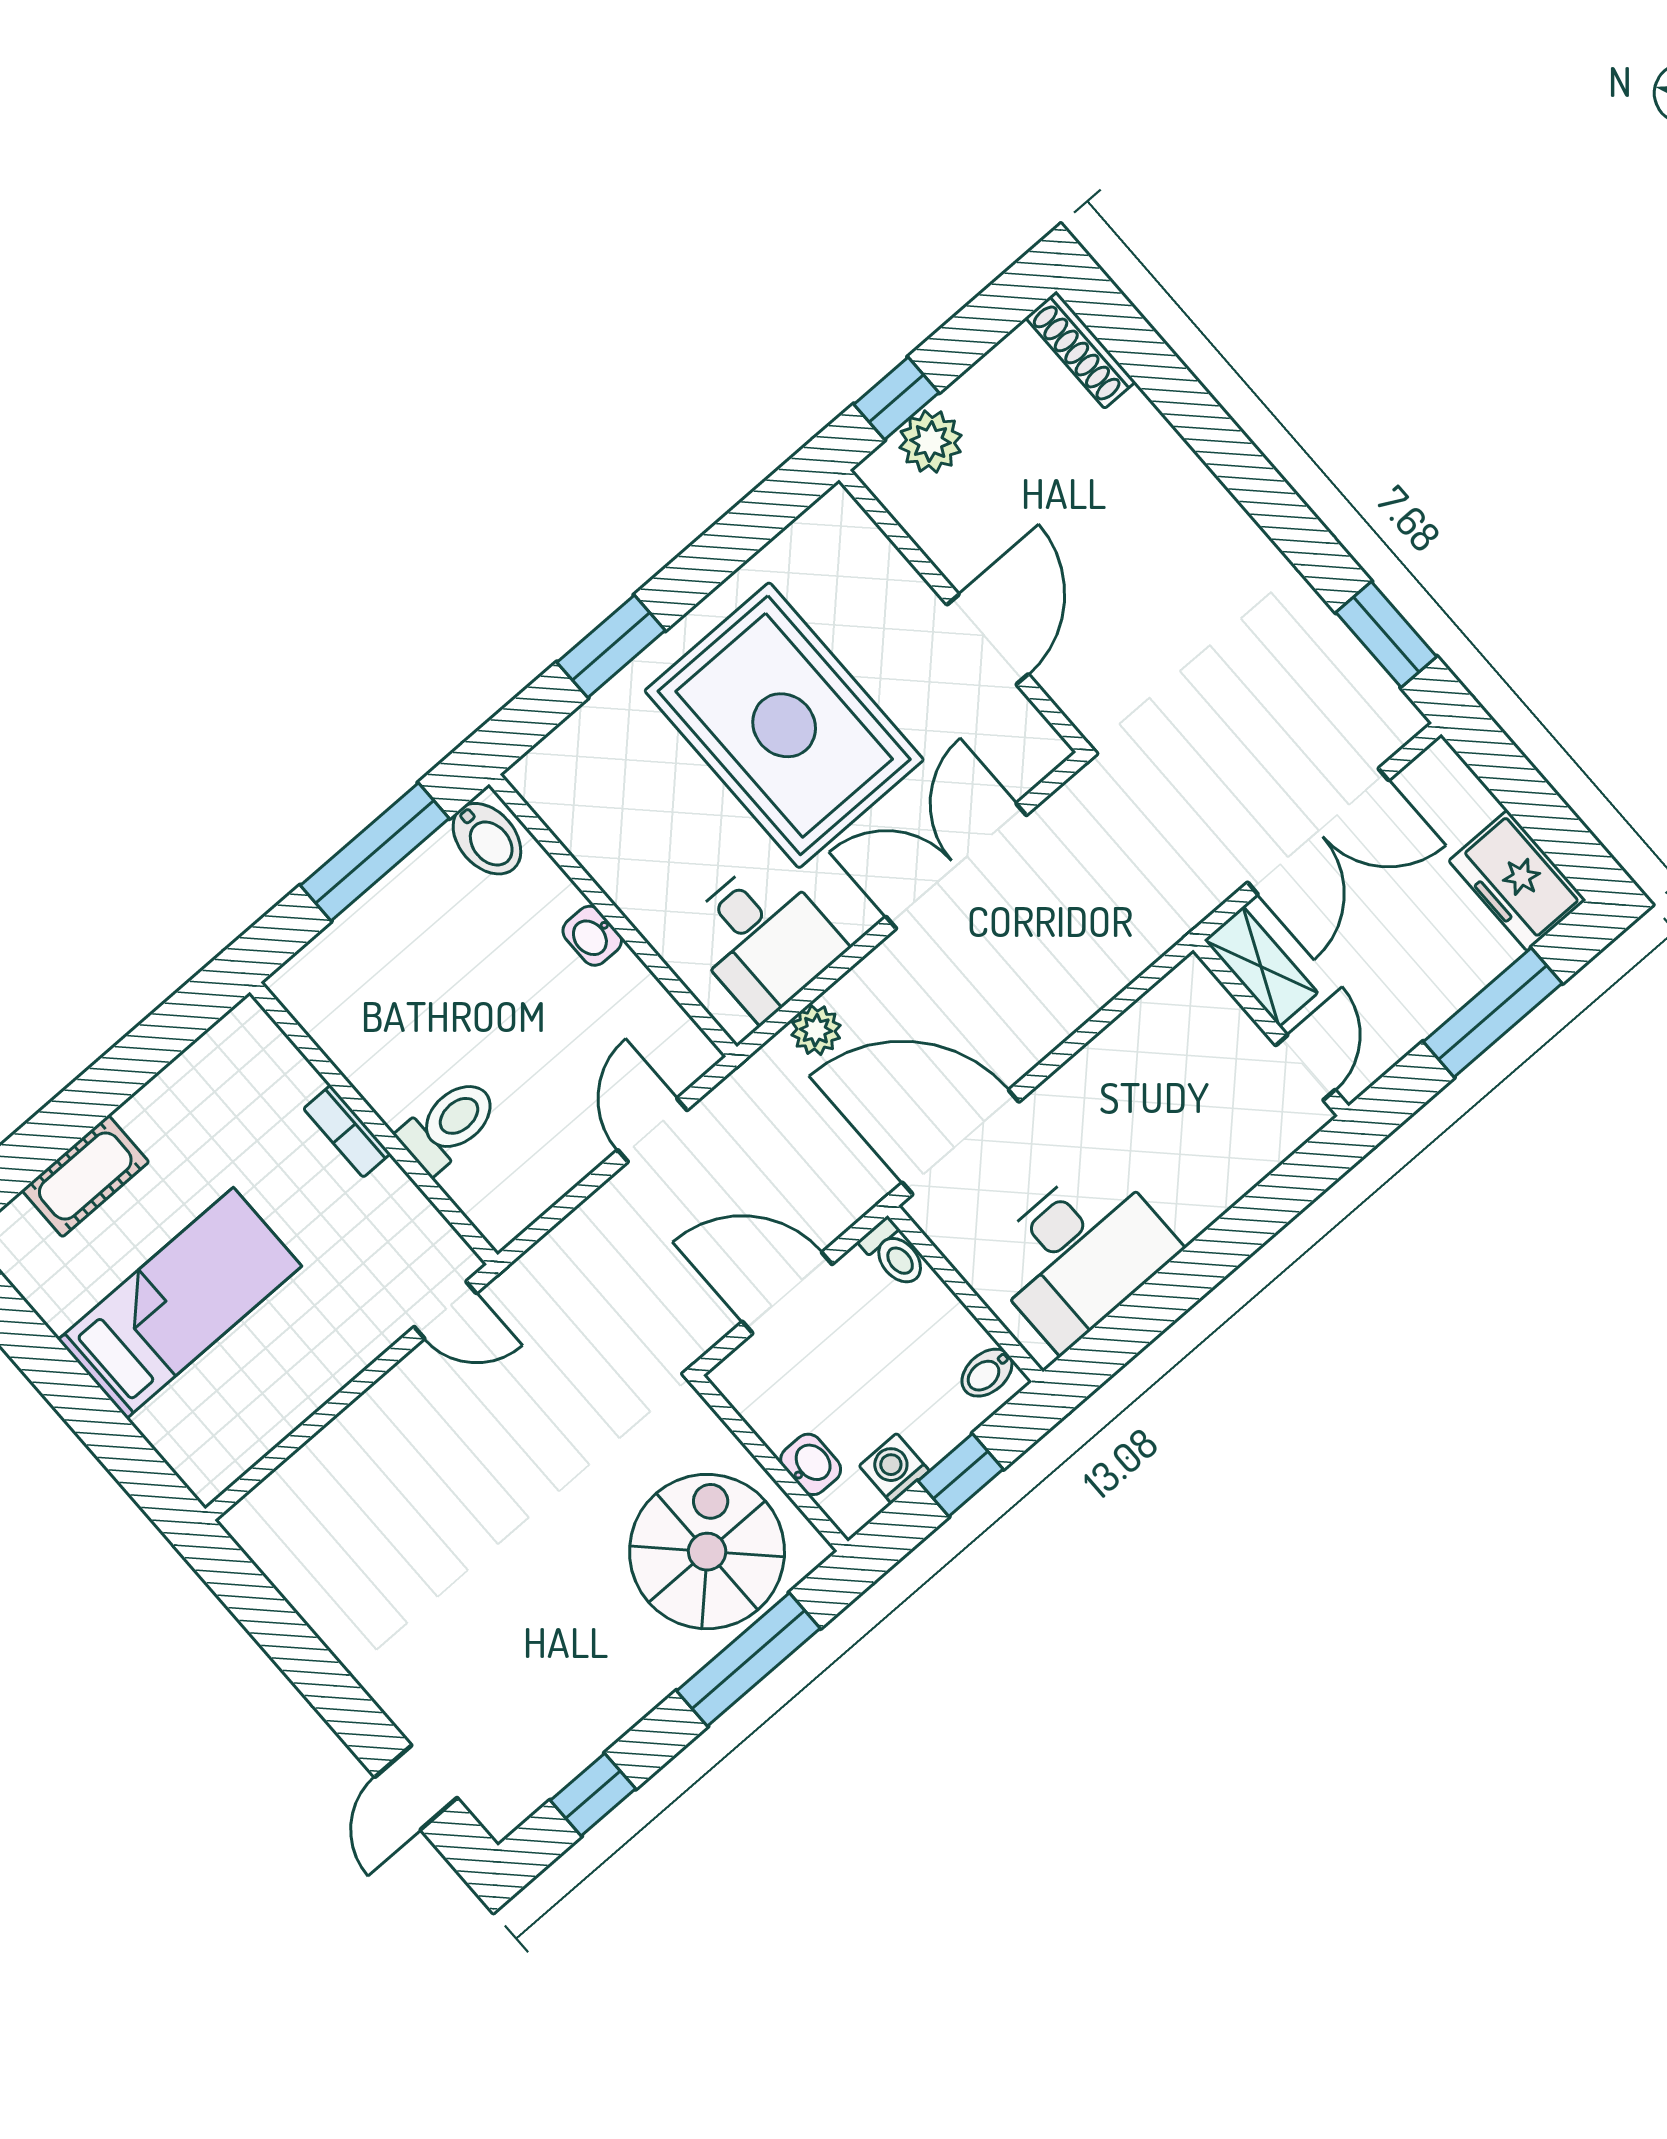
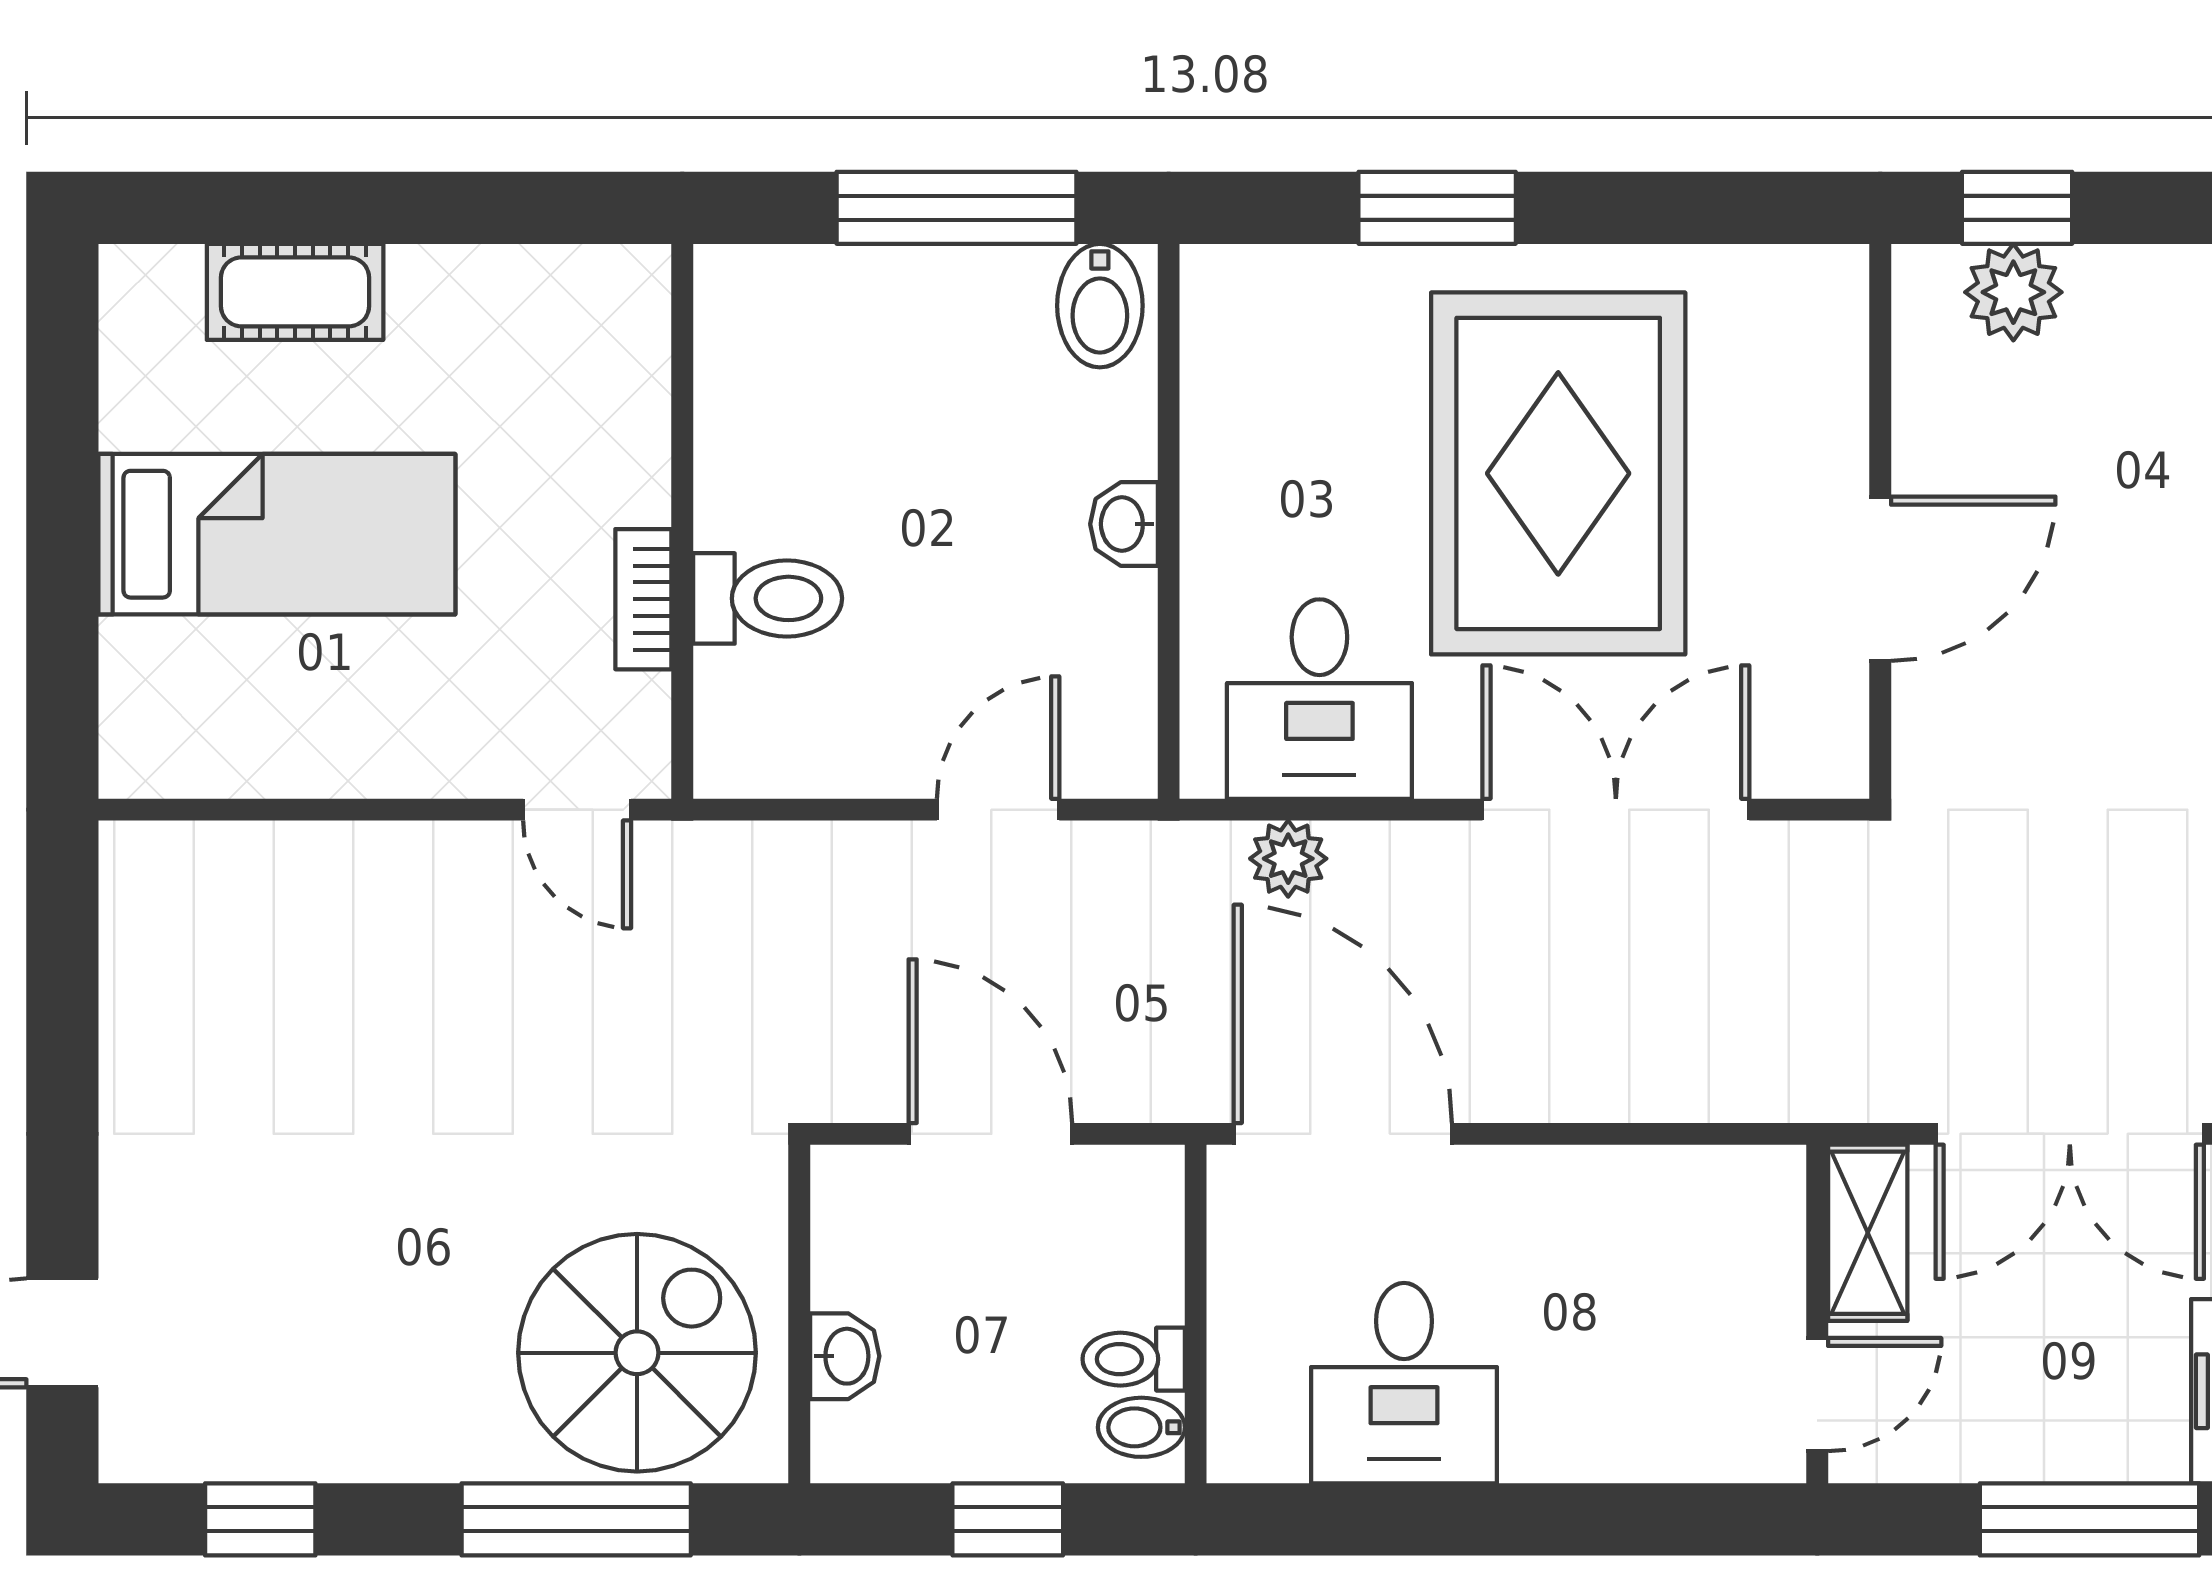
bookcase: (347, 1131) -> (643, 599), moved
desk: (1080, 1253) -> (1404, 1383), width x0.73
toilet: (894, 1254) -> (1134, 1359), moved, turned 90
washing machine: (894, 1468) -> (938, 1445), removed

